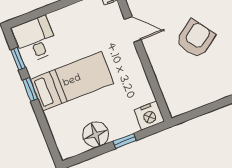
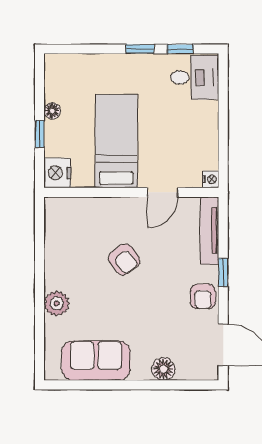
armchair: (195, 39) -> (124, 259), width x0.72, depth x0.72
bed: (72, 81) -> (116, 141), moved, turned 180
floor lamp: (96, 135) -> (52, 111), width x0.53, depth x0.53

